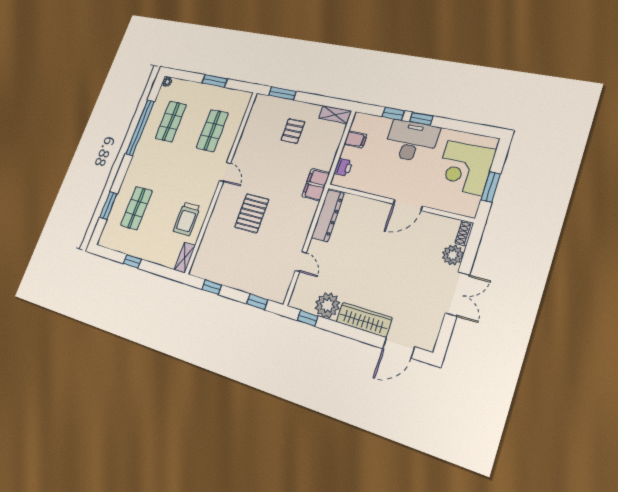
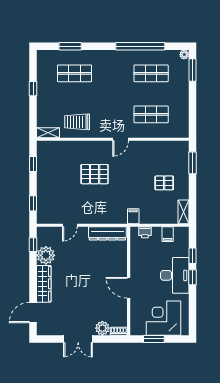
window: (215, 81) -> (193, 70), moved
filing cabinet: (316, 185) -> (133, 216), width x0.50
door: (399, 348) -> (33, 313), hinge flipped

